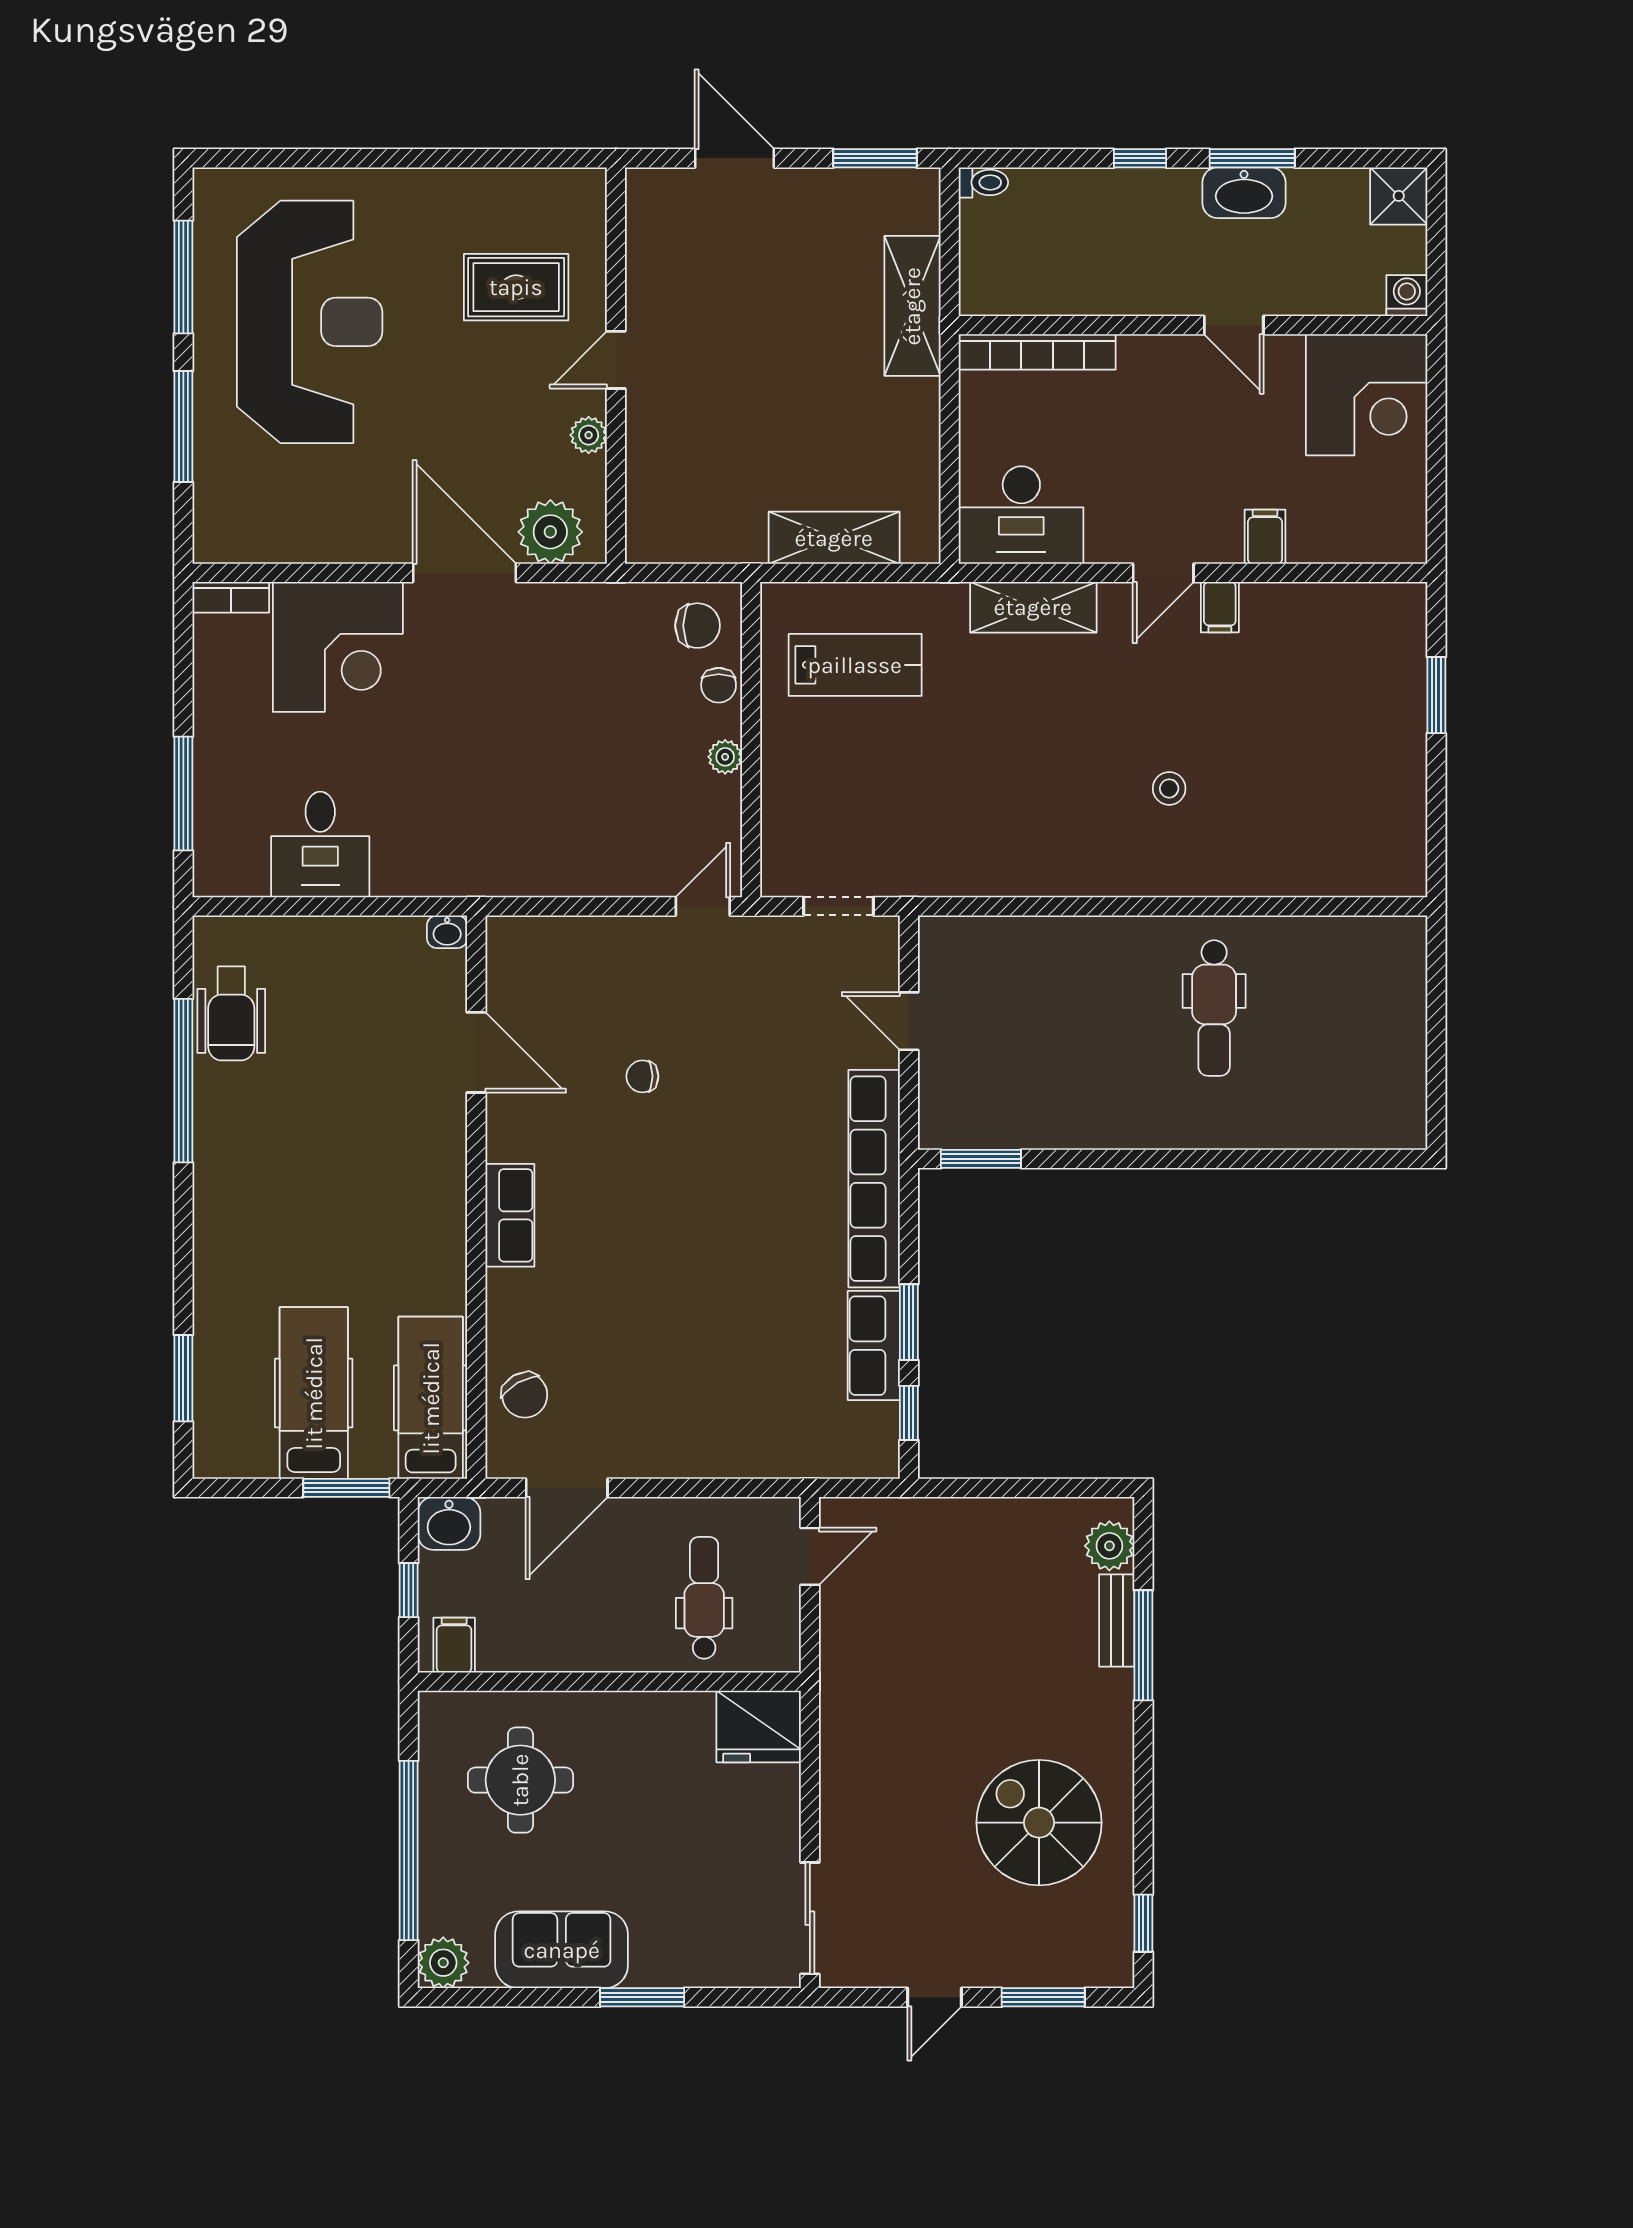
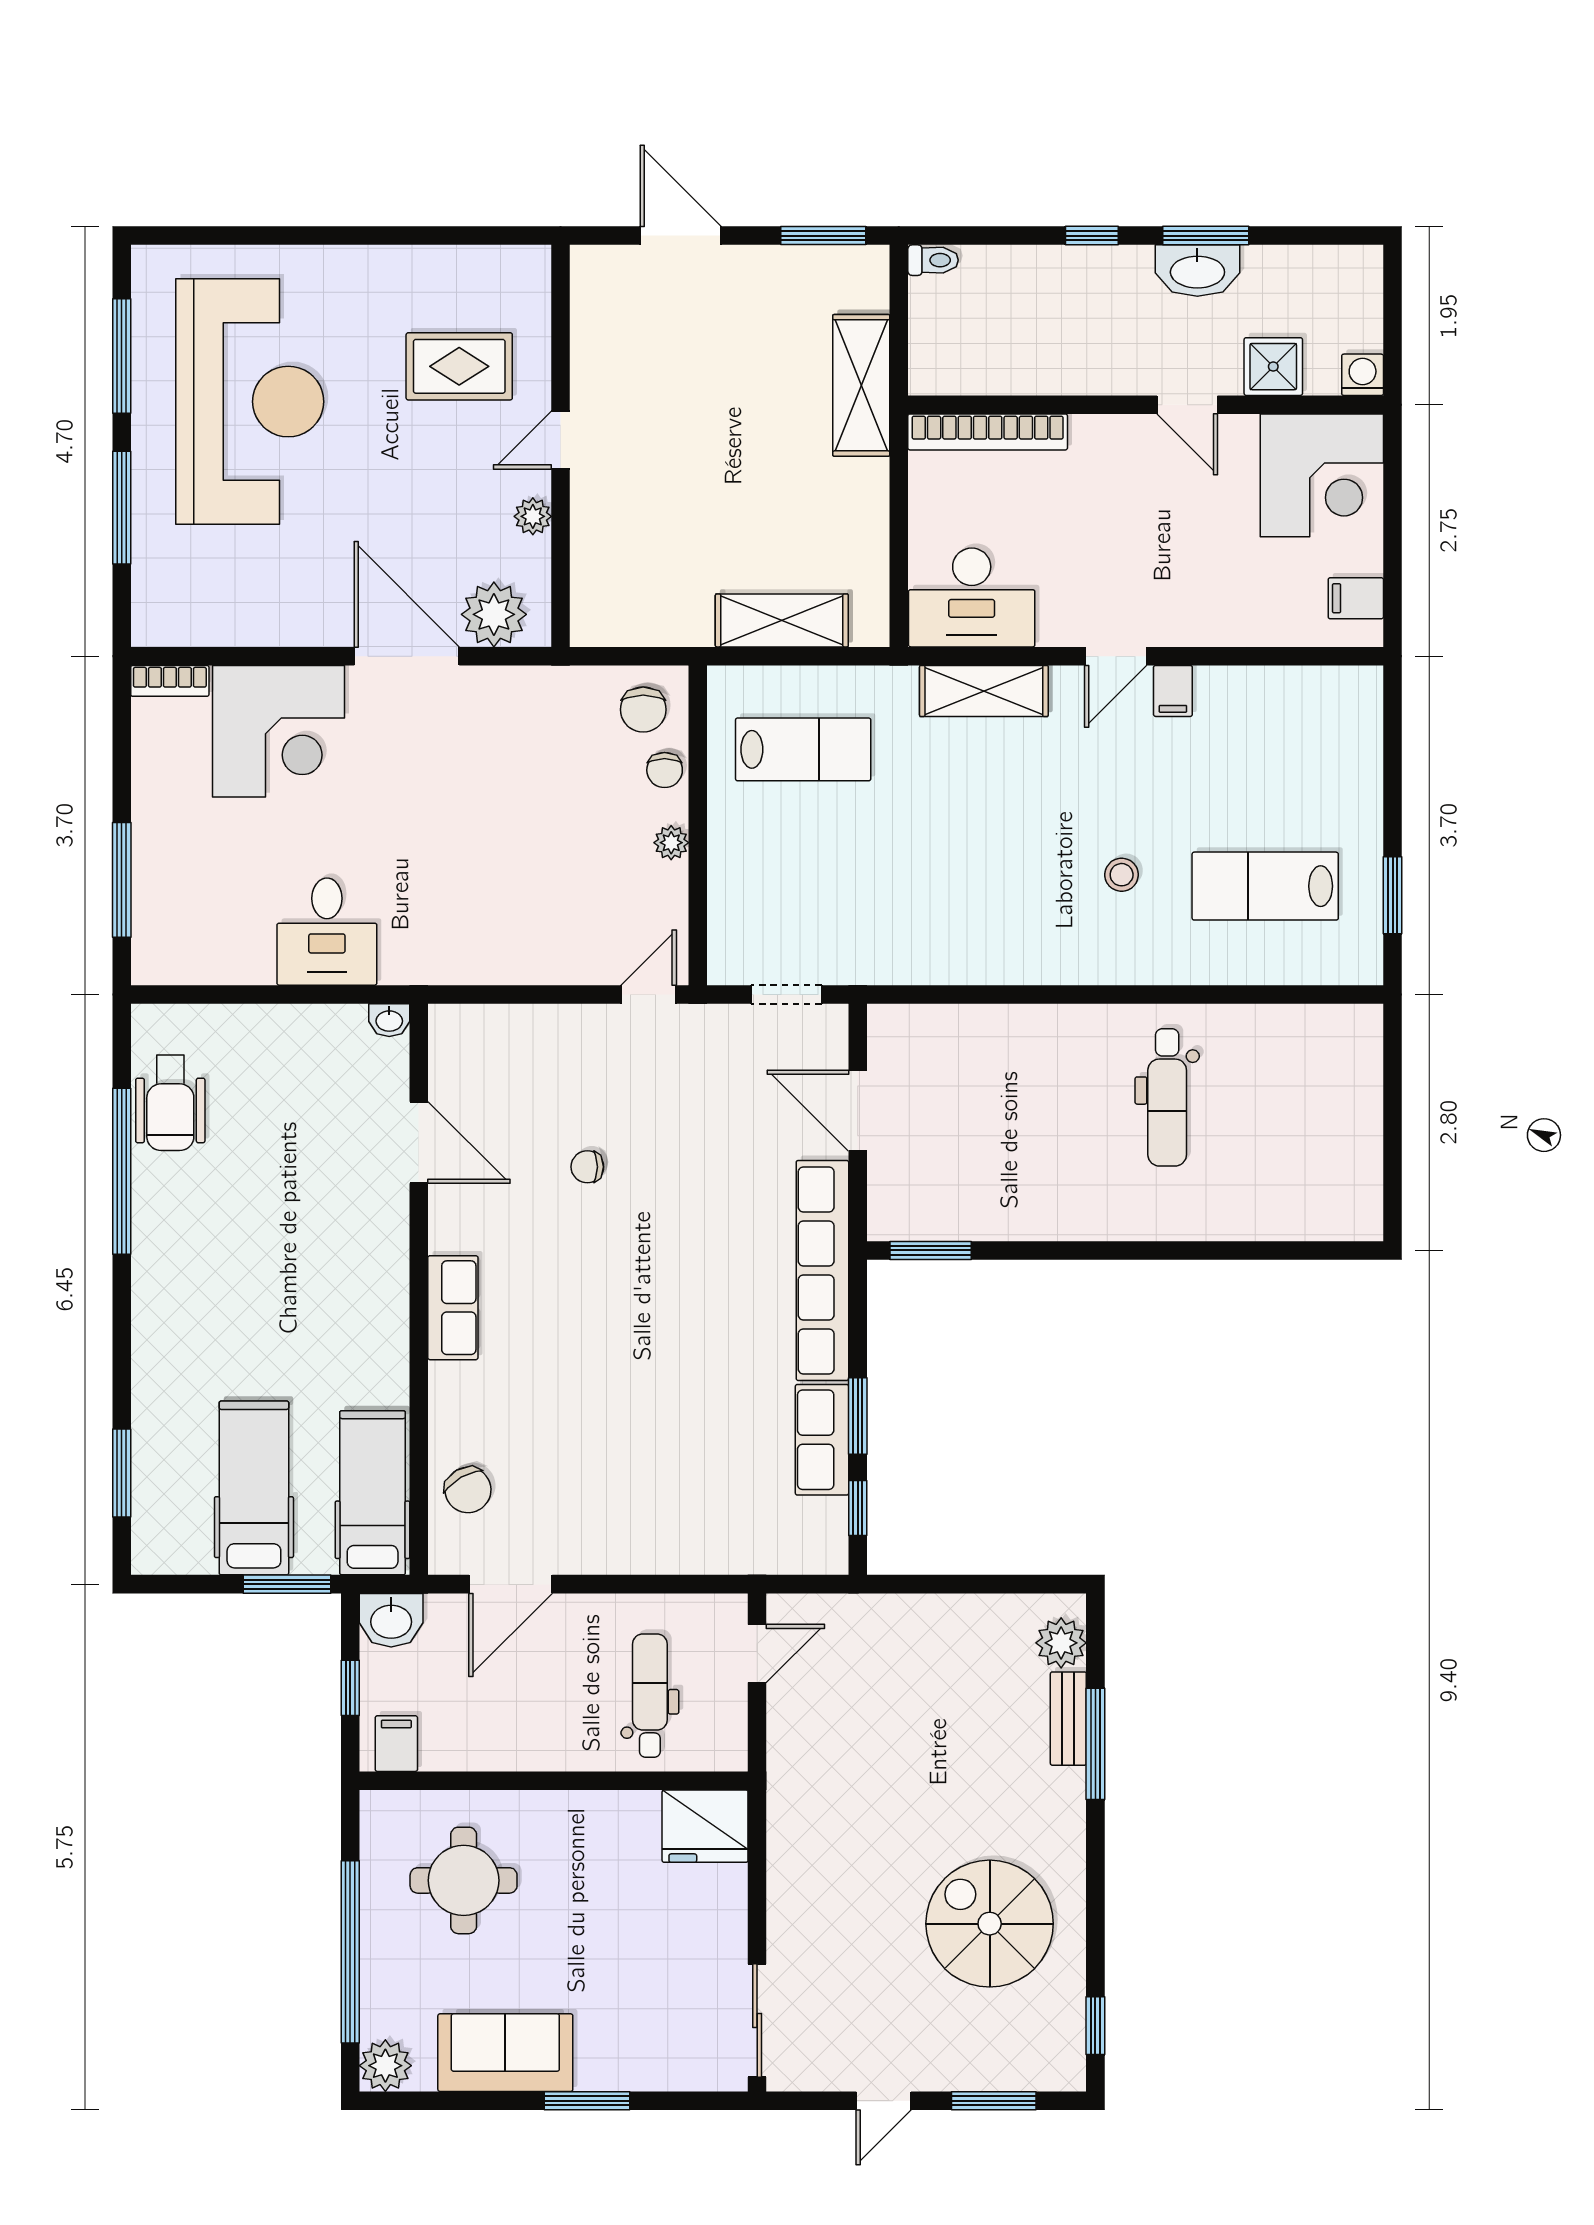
shower: (1399, 196) -> (1273, 367), moved
filing cabinet: (1265, 537) -> (1356, 598), moved, turned -90
chair: (697, 626) -> (643, 710), turned 90
window: (1436, 695) -> (1393, 895), moved
lab bench: (1311, 800) -> (1265, 886), added
desk: (320, 845) -> (327, 932), moved
door: (909, 1021) -> (858, 1111), width x1.38

